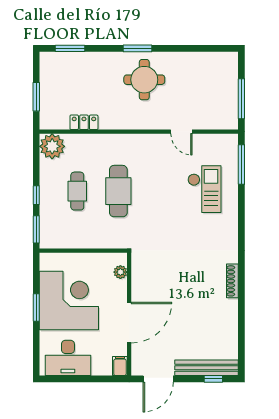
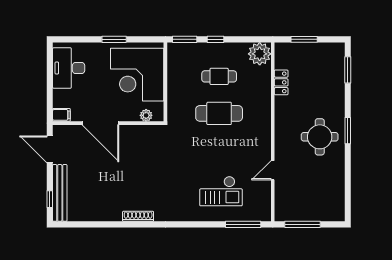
corner desk: (69, 301) -> (137, 75), moved, turned 90

